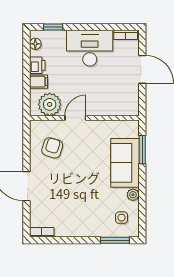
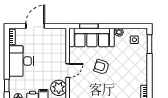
door: (75, 118) -> (68, 71), swing flipped
armchair: (52, 148) -> (102, 67), moved
sofa: (125, 163) -> (92, 37), width x1.36

